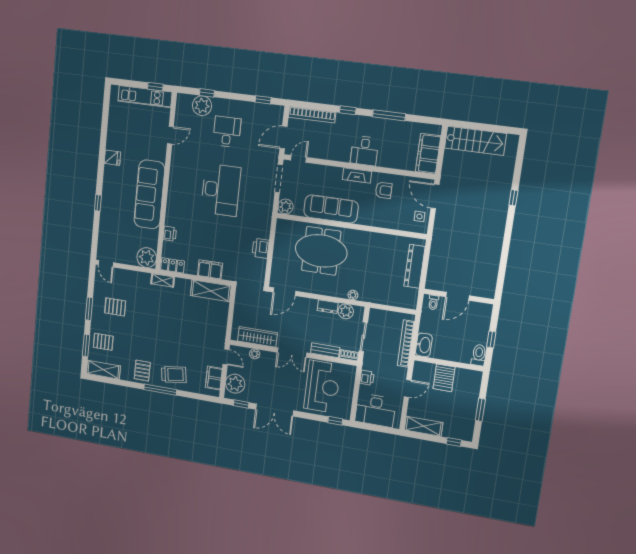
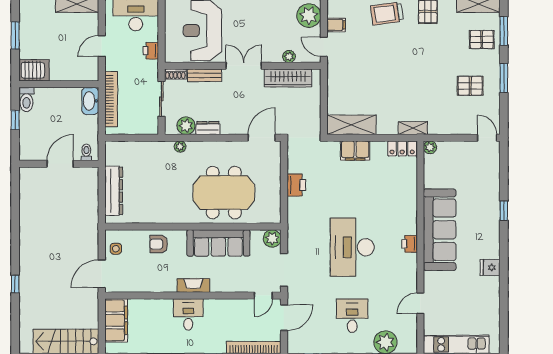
desk: (227, 132) -> (352, 316), turned 180
armchair: (384, 190) -> (159, 244), moved
door: (435, 196) -> (102, 274), swing flipped
printer: (170, 234) -> (410, 244), moved
plant: (147, 258) -> (430, 147), width x0.53, depth x0.53
filing cabinet: (214, 378) -> (336, 25), width x0.50
server rack: (444, 378) -> (34, 70), moved, turned 90

